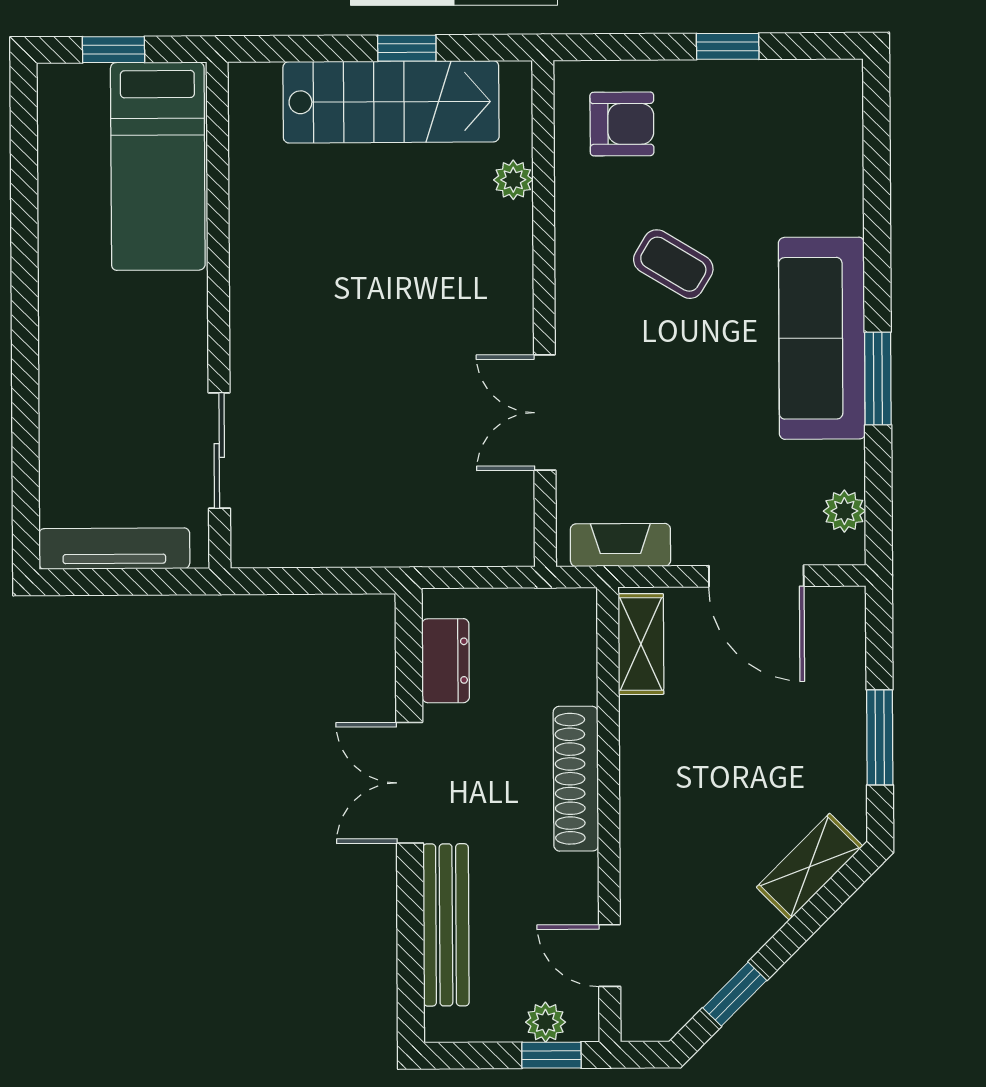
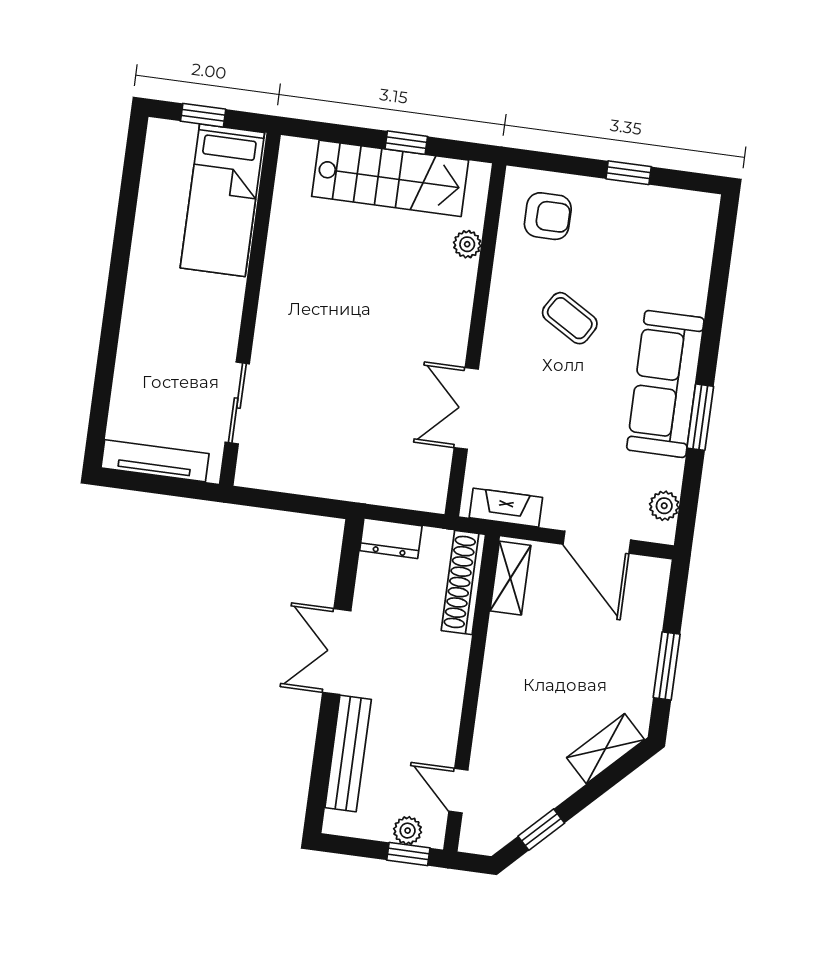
dresser: (446, 661) -> (391, 538), moved, turned 90
shoe rack: (576, 779) -> (463, 582), moved

